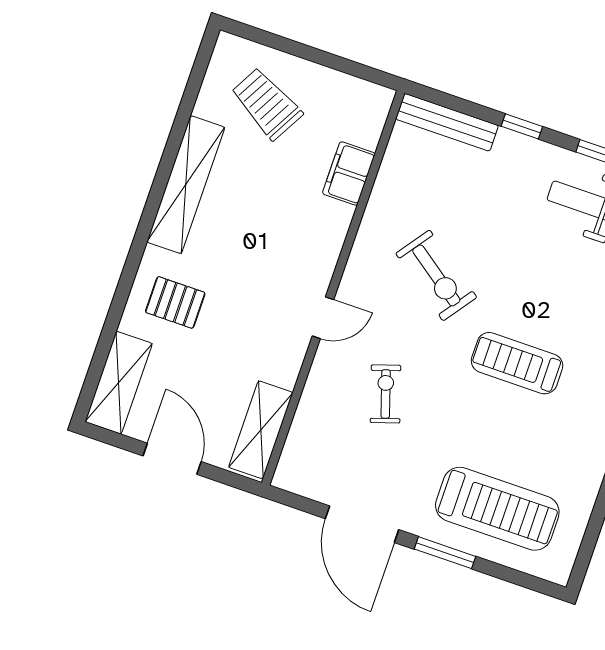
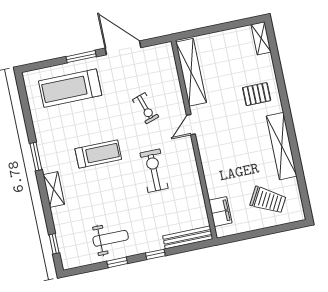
filing cabinet: (349, 173) -> (220, 212), moved
exercise bike: (436, 275) -> (154, 171), turned 54
shelving: (119, 383) -> (261, 38), width x0.67, depth x0.75
shelving: (261, 430) -> (191, 72), width x1.47
door: (172, 459) -> (219, 28), removed

